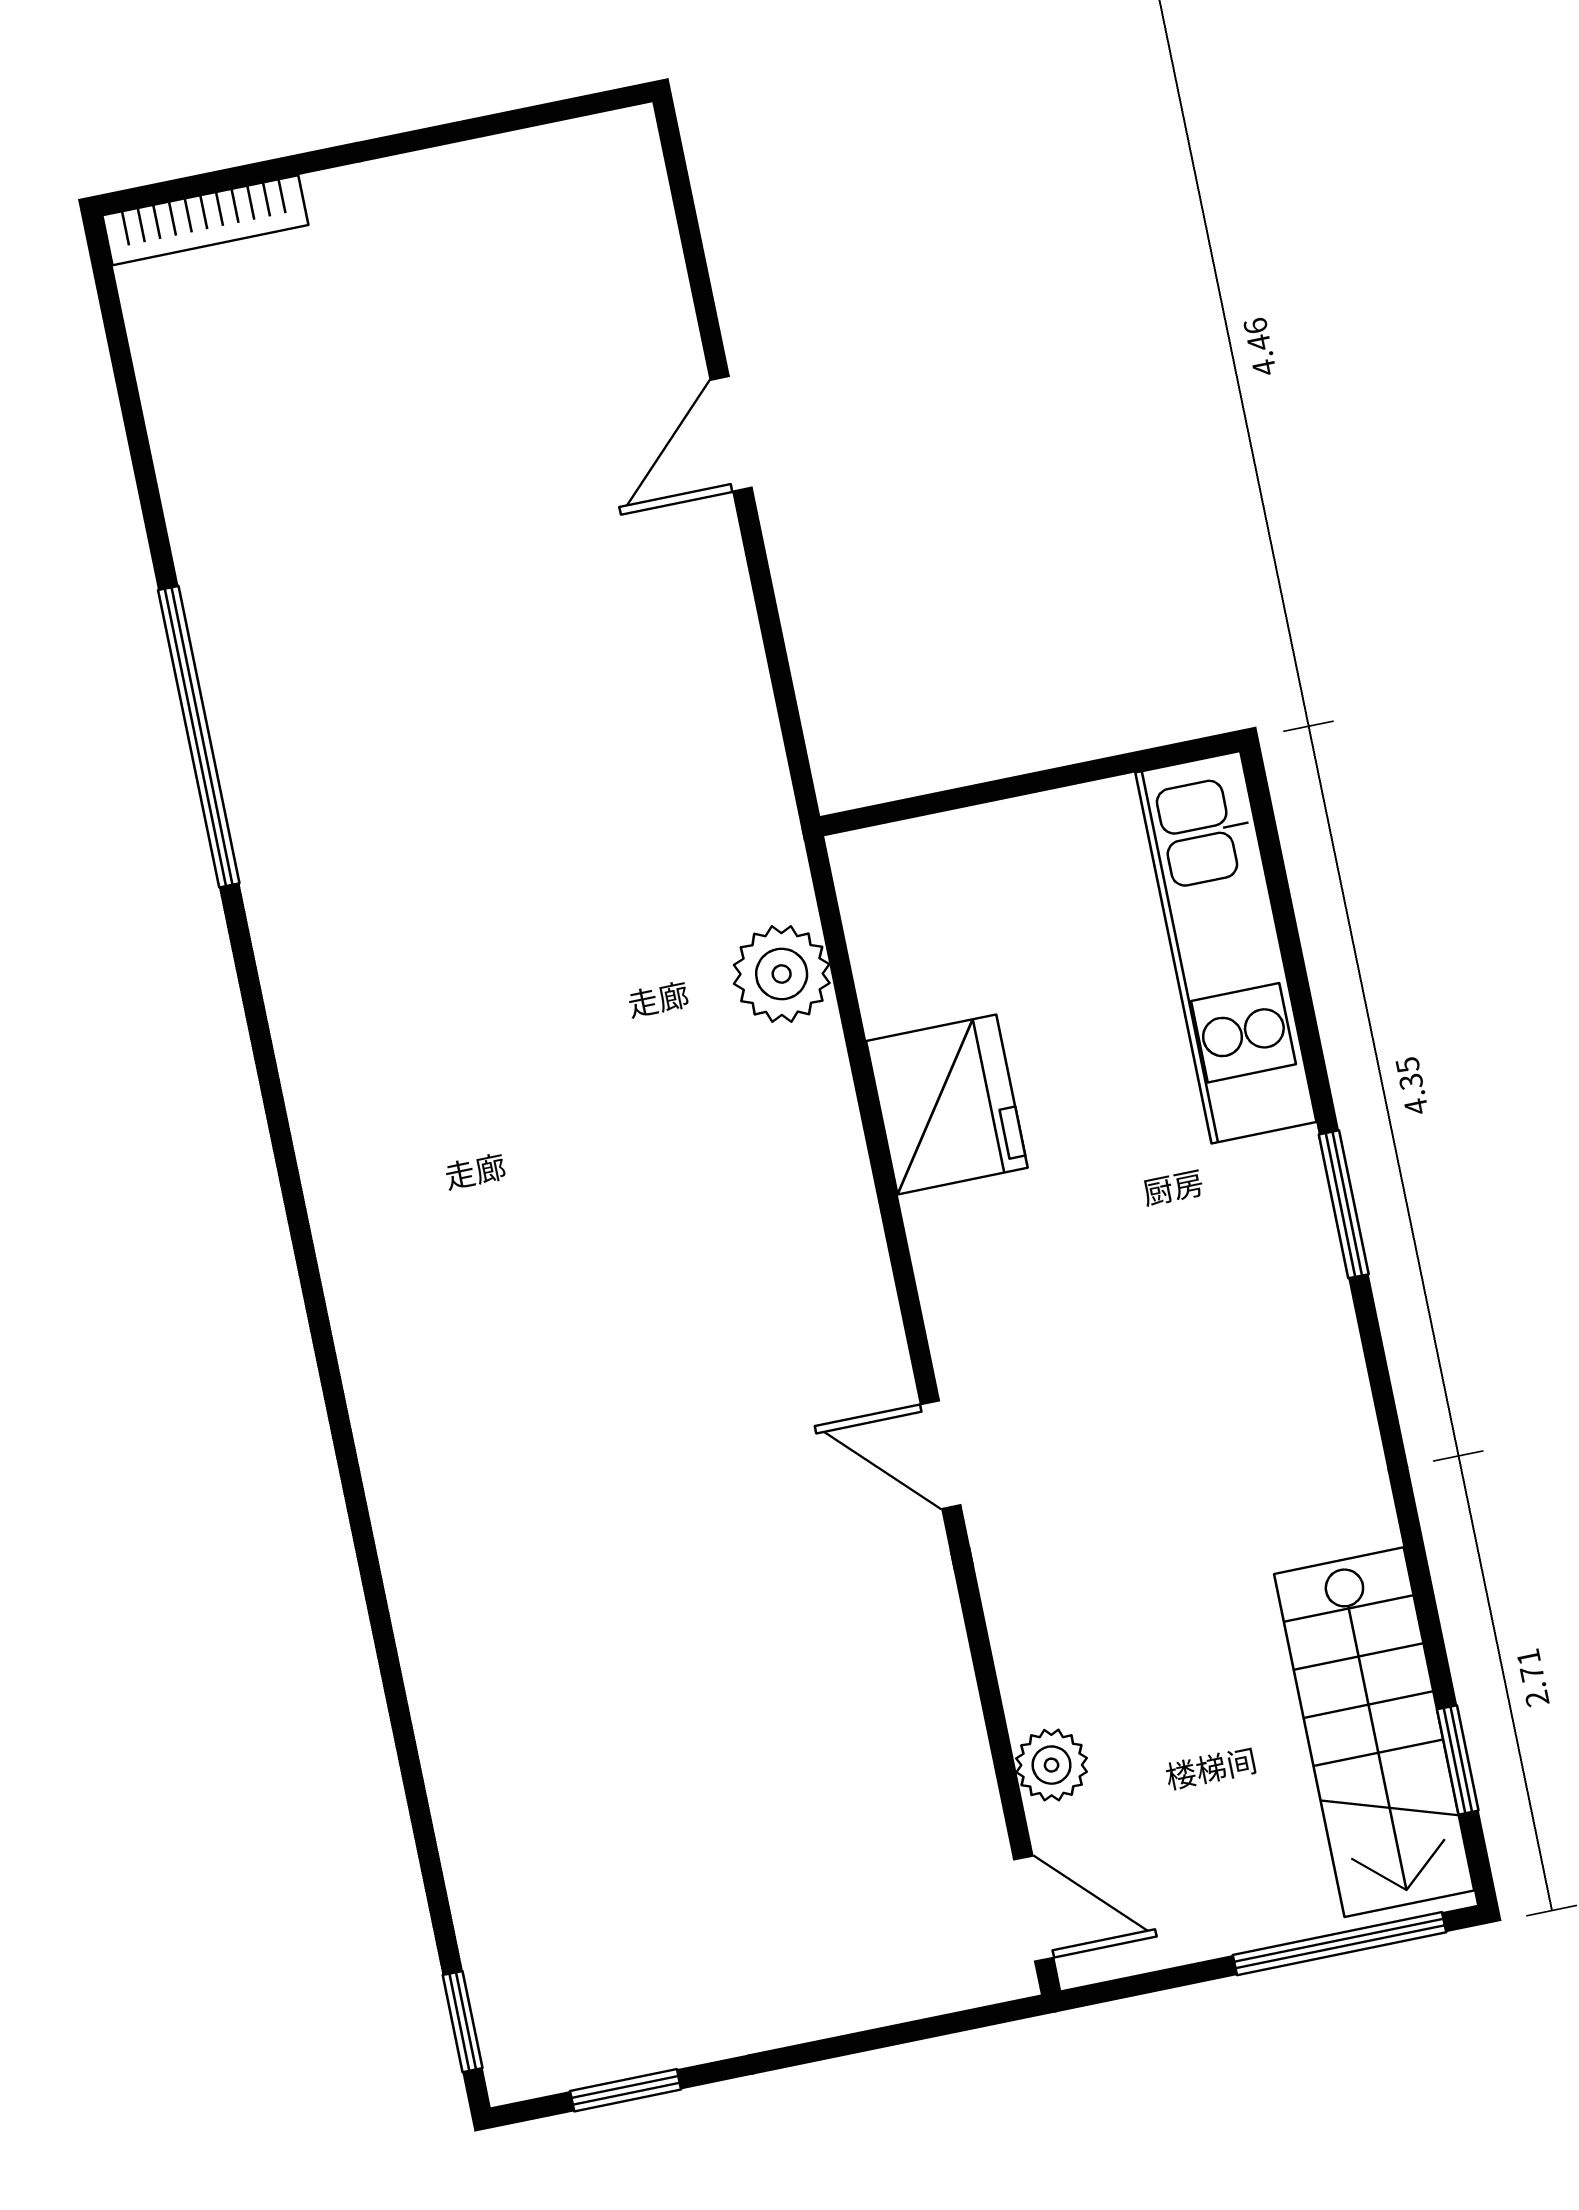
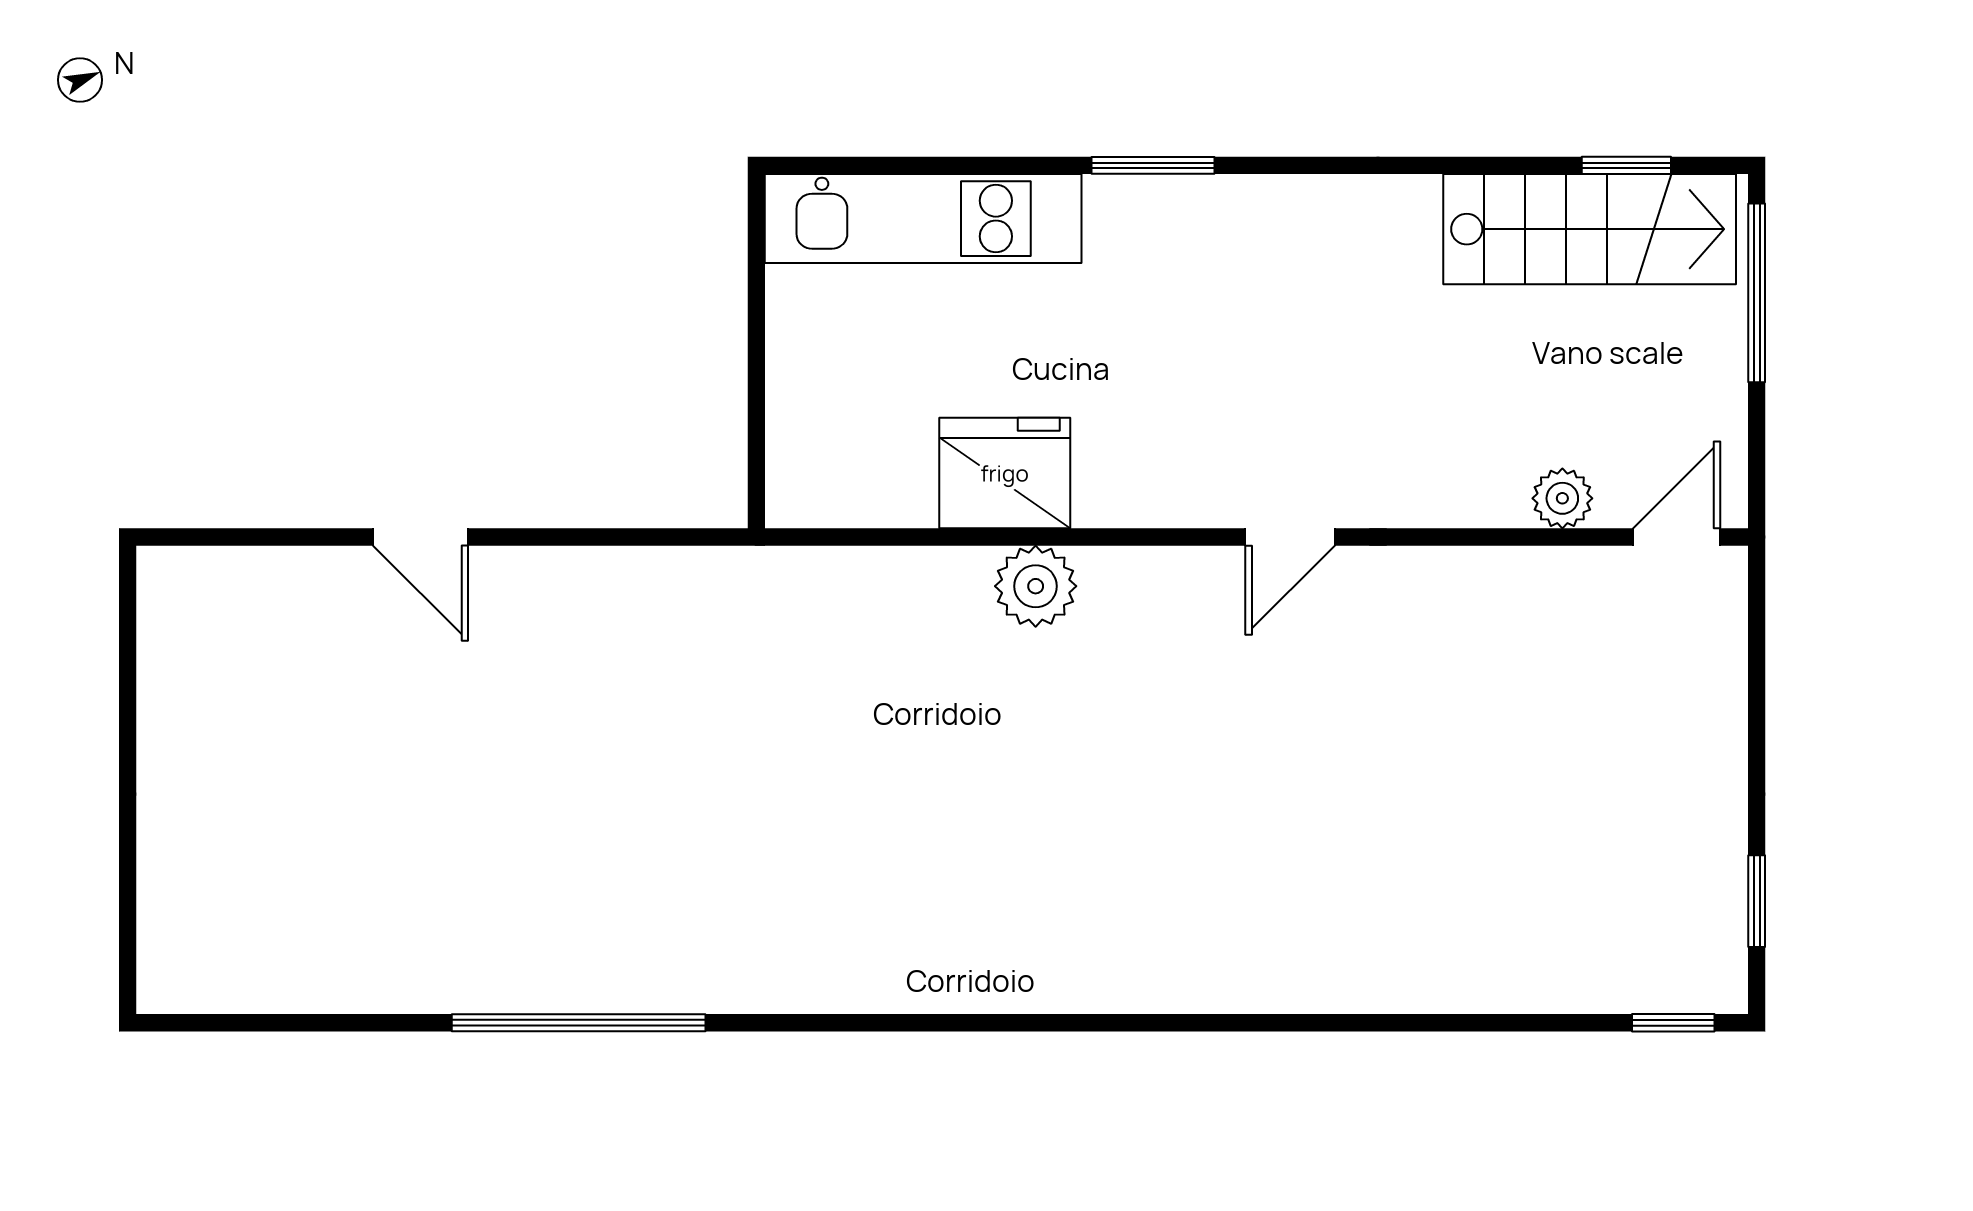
bookcase: (205, 220) -> (158, 931), removed
plant: (782, 974) -> (1036, 586), moved

